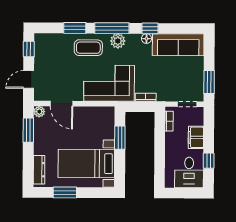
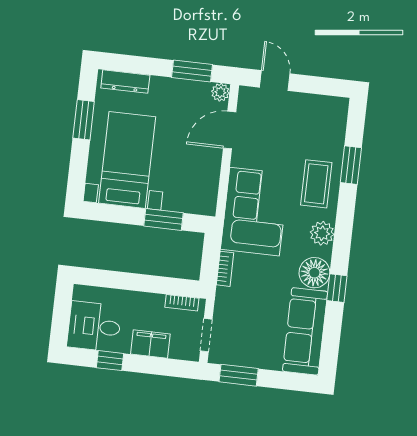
window: (112, 28) -> (344, 226), removed
floor lamp: (147, 39) -> (314, 273), width x1.89, depth x1.89
window: (29, 49) -> (325, 86), removed

